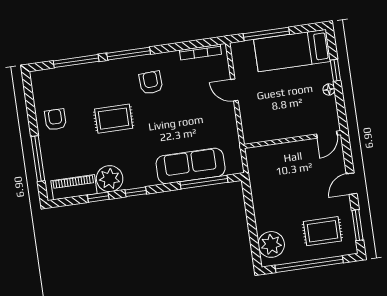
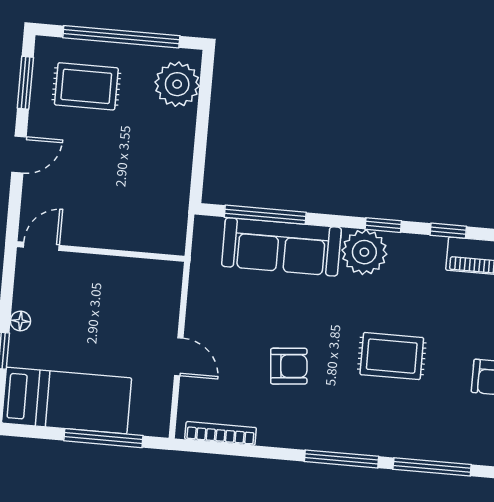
armchair: (151, 83) -> (289, 366), moved, turned -92
plant: (110, 179) -> (364, 252), moved

